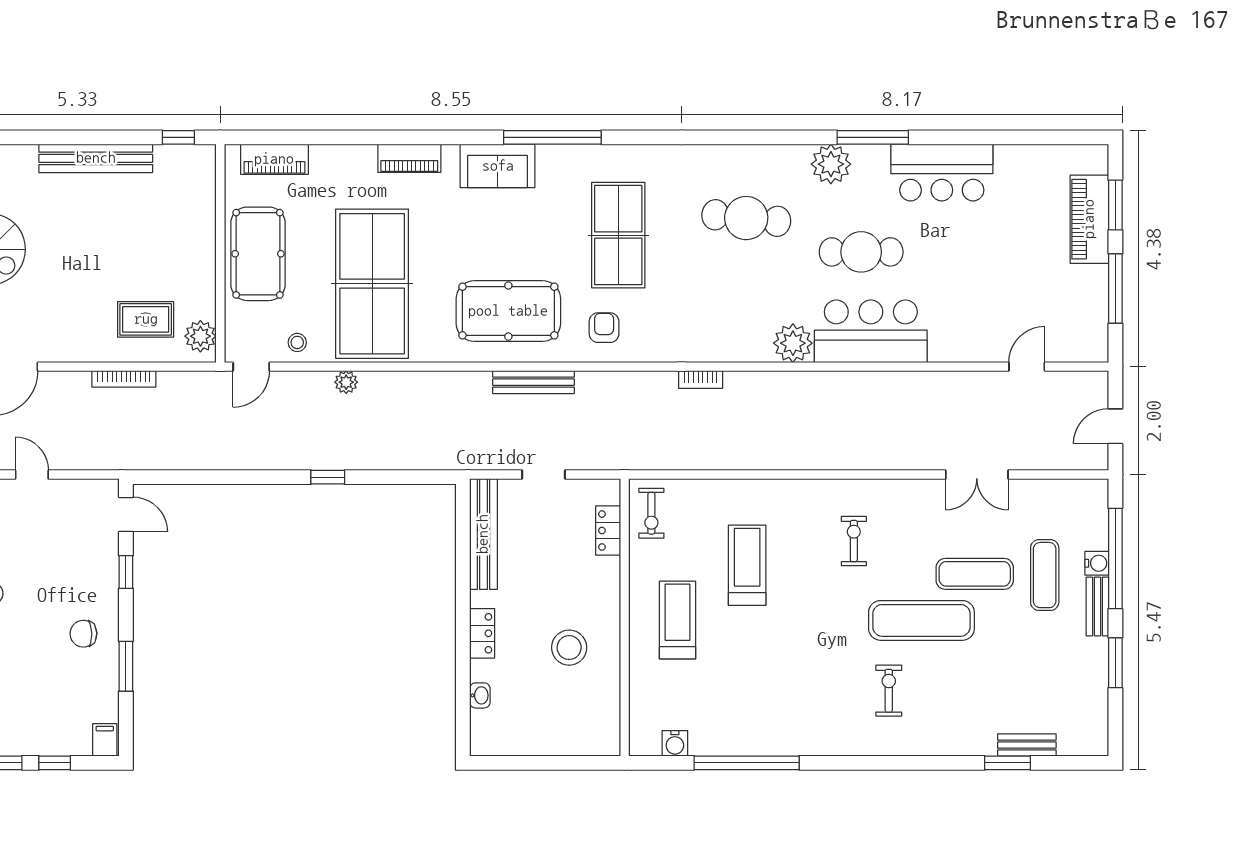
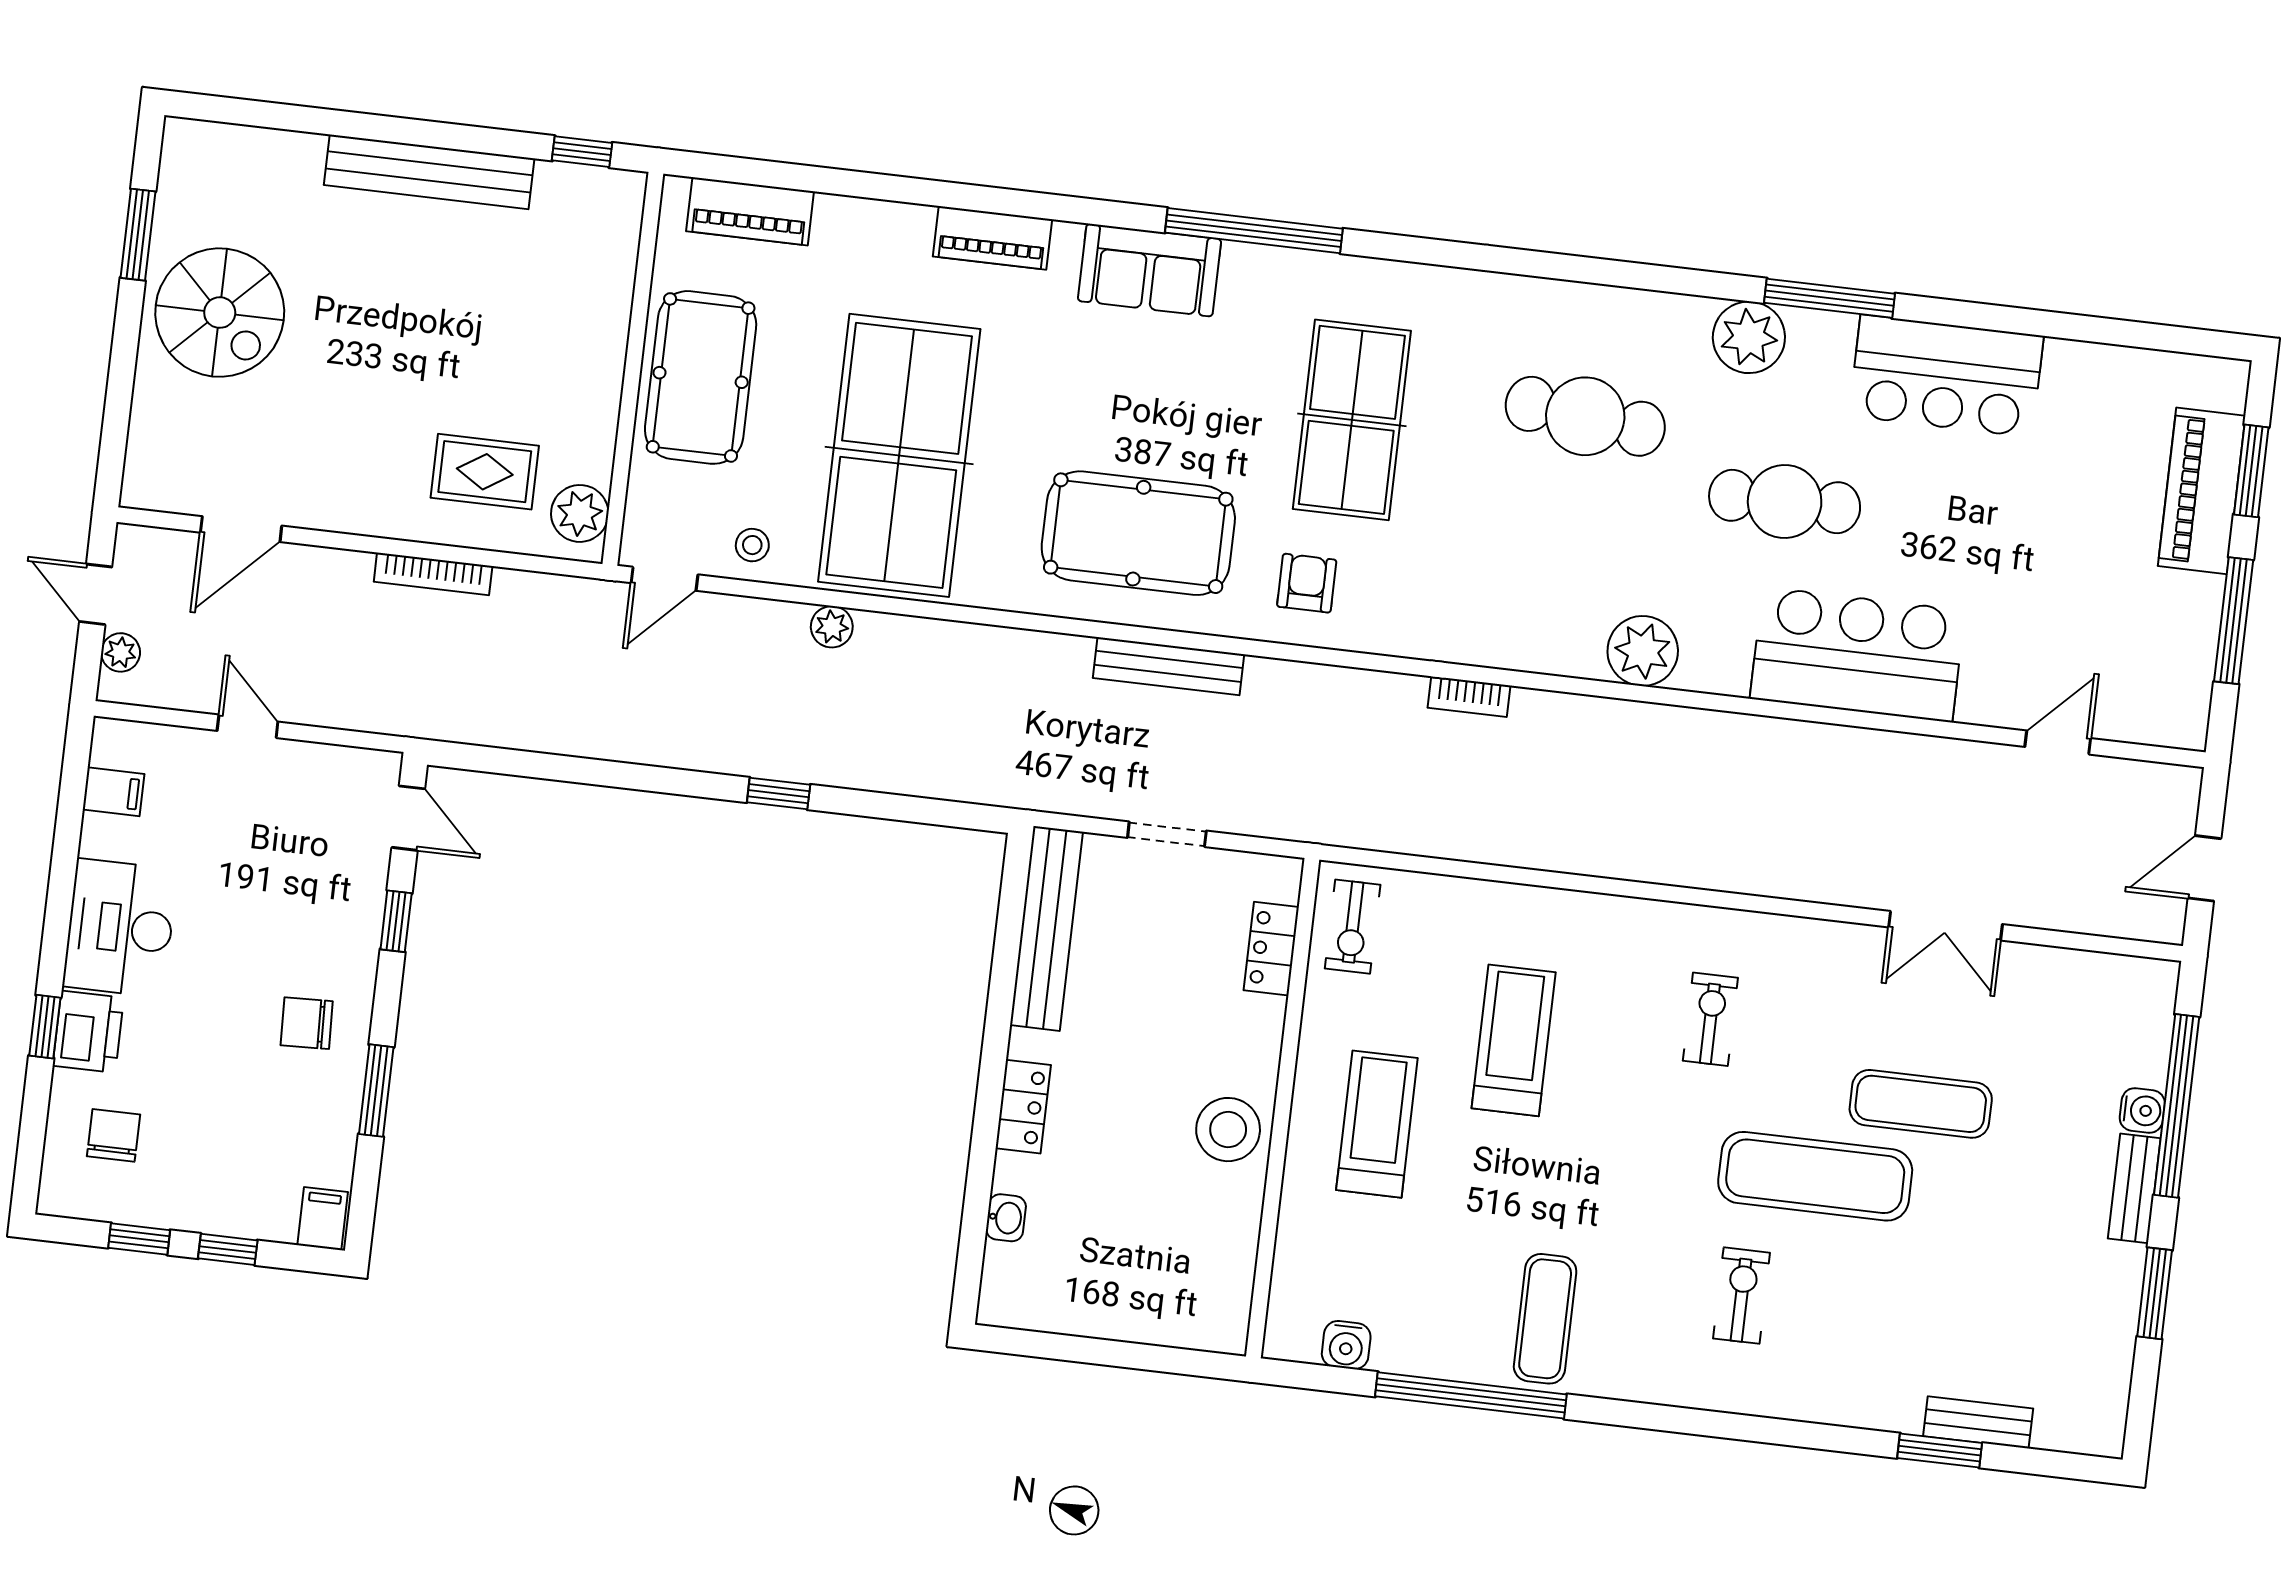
bar counter: (871, 331) -> (1858, 655), moved
exercise mat: (1045, 575) -> (1545, 1319), moved
stool: (569, 648) -> (1228, 1130), moved

